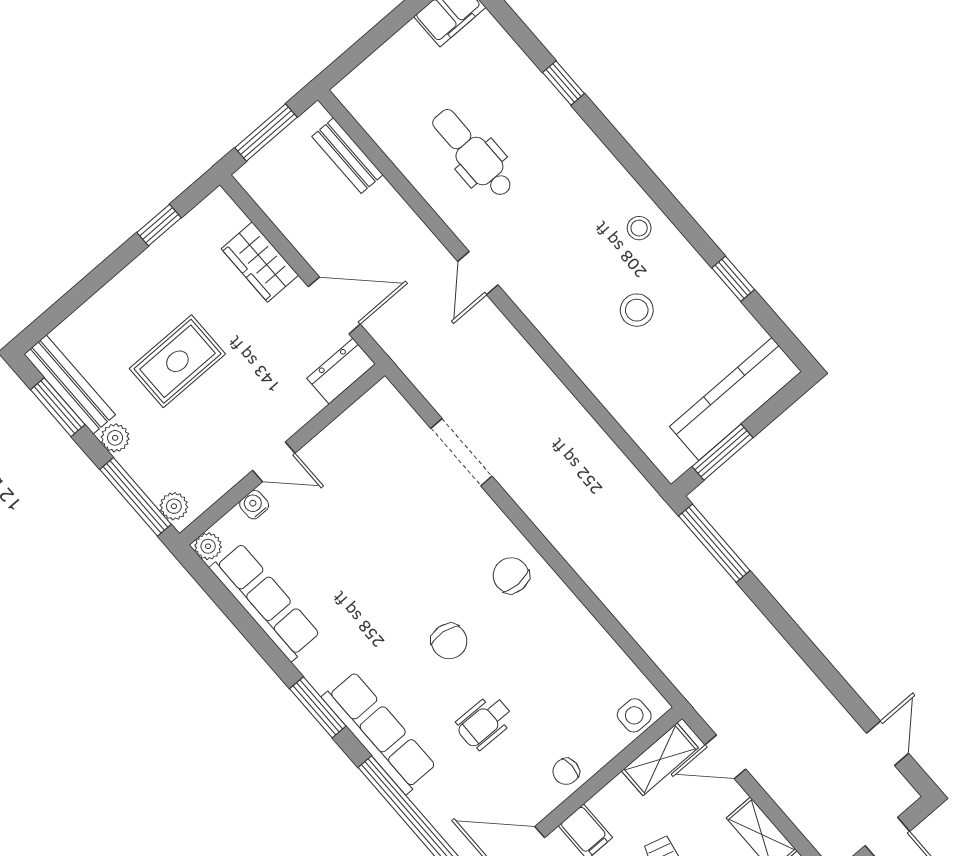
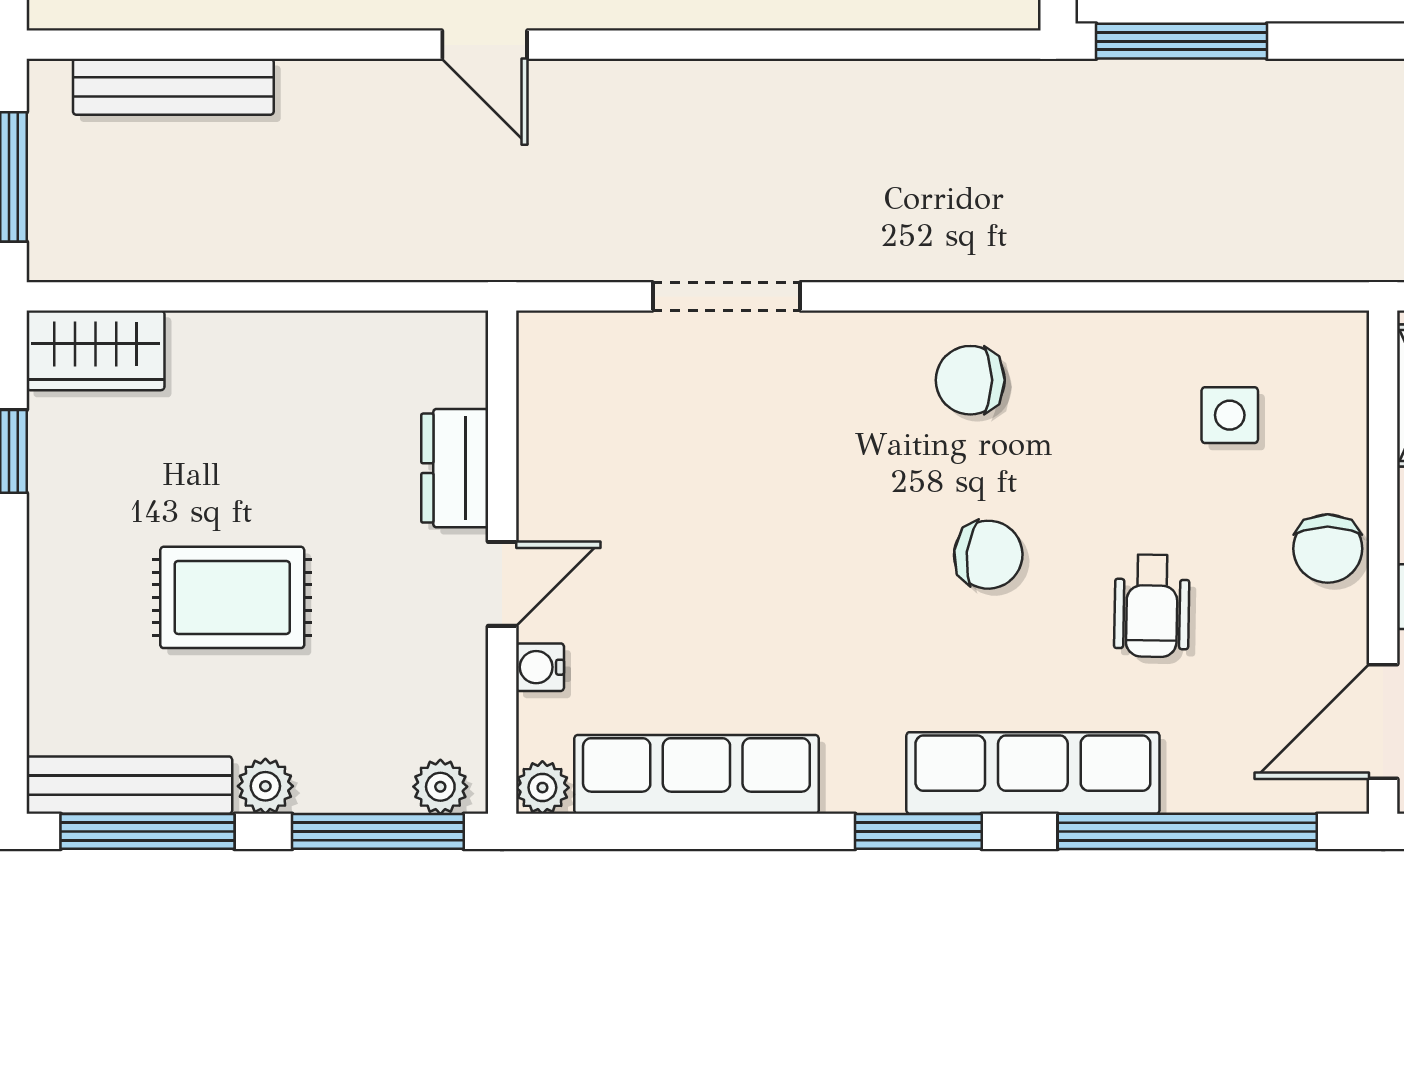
bench: (347, 156) -> (173, 87), width x1.36
wardrobe: (260, 262) -> (95, 350), moved
door: (334, 305) -> (350, 296), removed
rug: (177, 361) -> (232, 597), turned 90
dresser: (341, 371) -> (455, 468), moved
window: (58, 407) -> (148, 831), width x1.44
side table: (634, 715) -> (1230, 415), moved
chair: (566, 771) -> (1328, 549), width x1.37, depth x1.37

